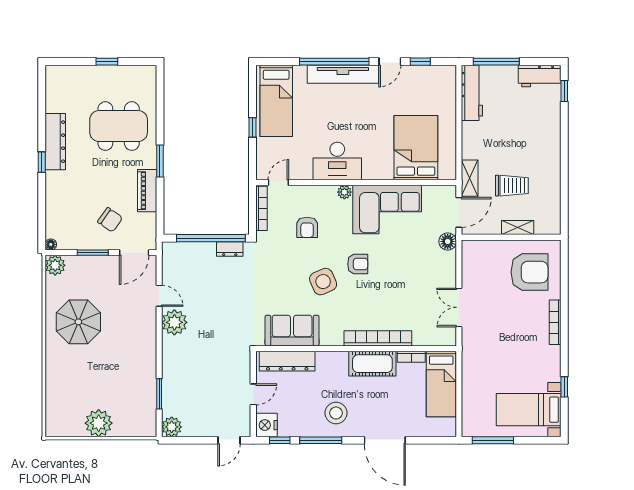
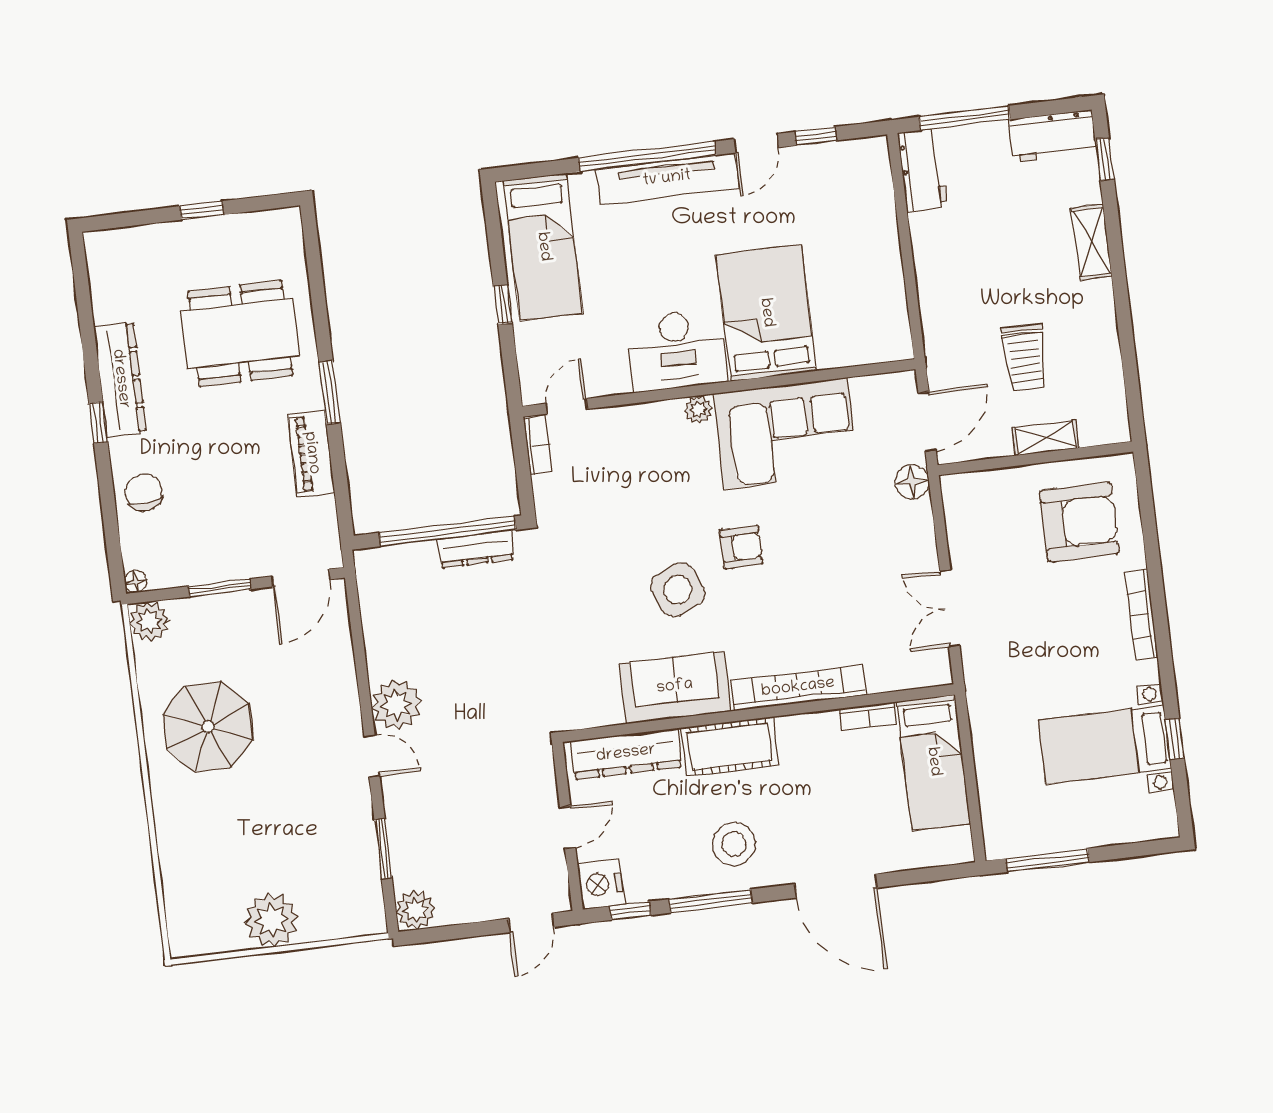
workbench: (472, 93) -> (922, 170), width x0.73
bed: (416, 148) -> (766, 313), moved
shelving: (470, 178) -> (1092, 242), moved
trolley: (512, 186) -> (1025, 357), turned 90
bookcase: (262, 208) -> (538, 445), width x0.64
chair: (110, 220) -> (144, 492), moved, turned -132
armchair: (307, 227) -> (633, 487), removed
dresser: (230, 249) -> (476, 549), width x1.44
door: (159, 296) -> (372, 756), moved
sofa: (292, 331) -> (675, 687), moved
cot: (372, 364) -> (730, 747), moved
bed with nightstands: (529, 410) -> (1105, 744), moved

